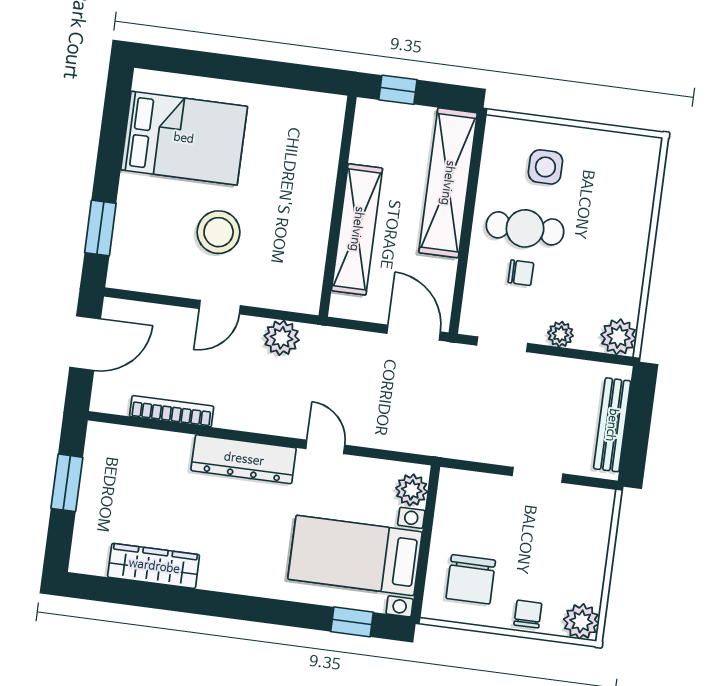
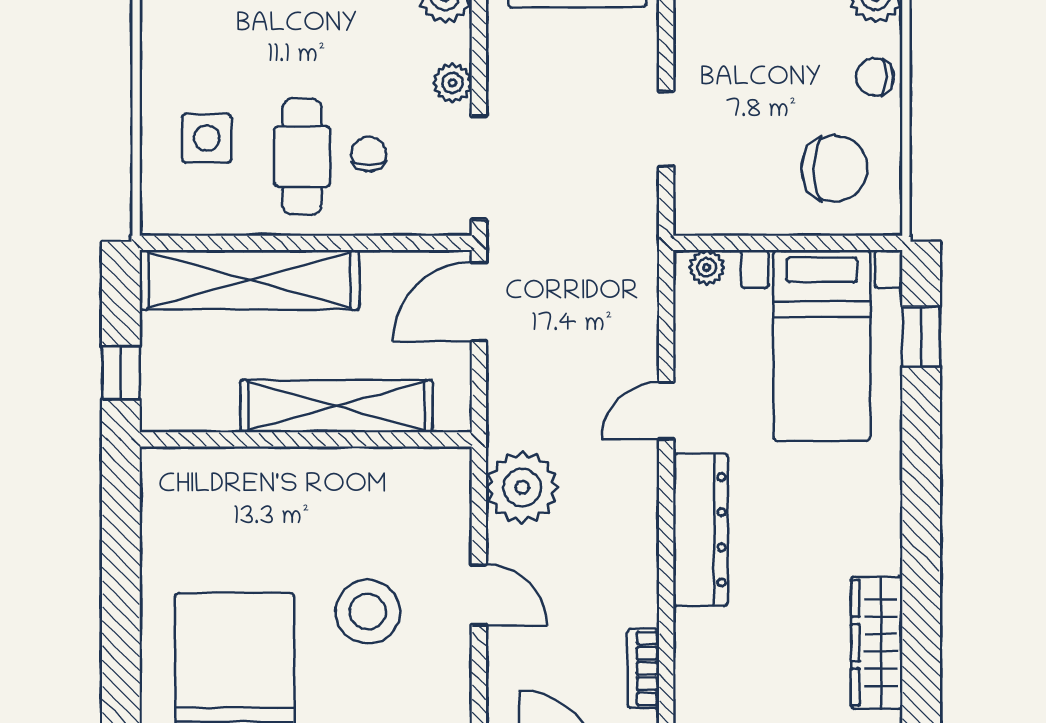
plant: (282, 338) -> (522, 487), width x1.36, depth x1.36
doorway: (502, 344) -> (479, 168), width x1.38
bookcase: (172, 411) -> (643, 669), width x0.64
doorway: (538, 475) -> (666, 129), moved
plant: (412, 490) -> (707, 267), width x0.73, depth x0.73

